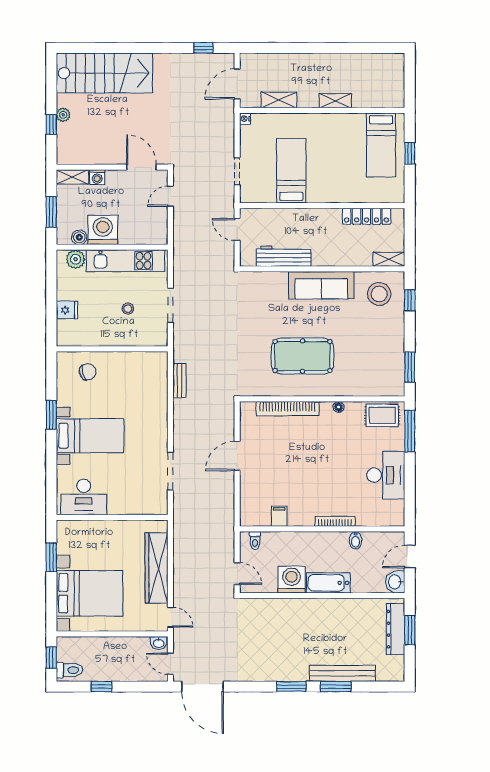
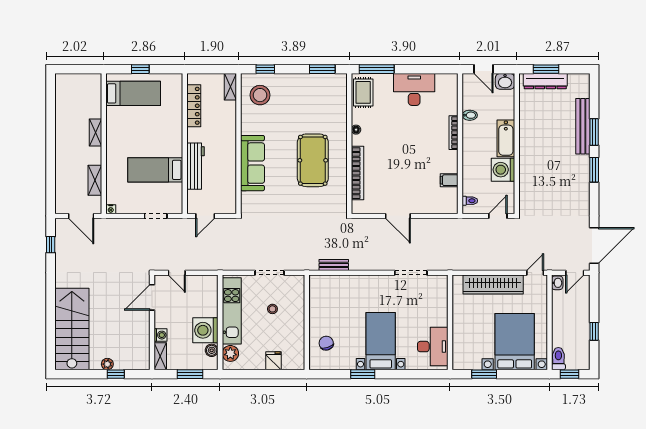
workbench: (284, 256) -> (195, 166), moved, turned 180
sofa: (321, 285) -> (253, 163), moved
toilet: (70, 670) -> (558, 359), moved

